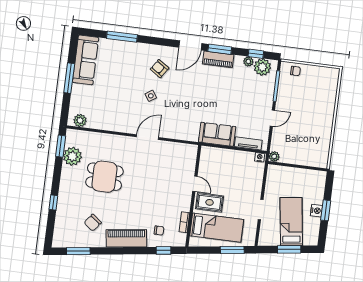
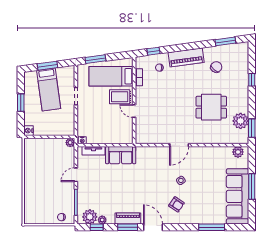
door: (190, 45) -> (153, 227), hinge flipped
sofa: (86, 60) -> (238, 196), width x1.36, depth x1.27
nightstand: (316, 211) -> (29, 131), moved

